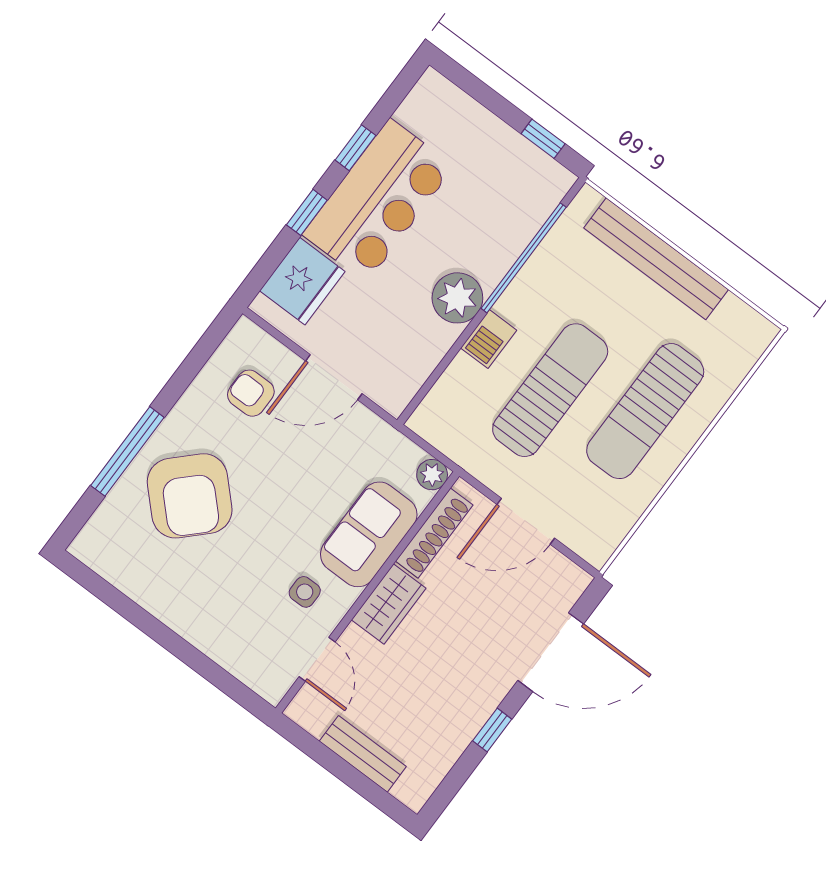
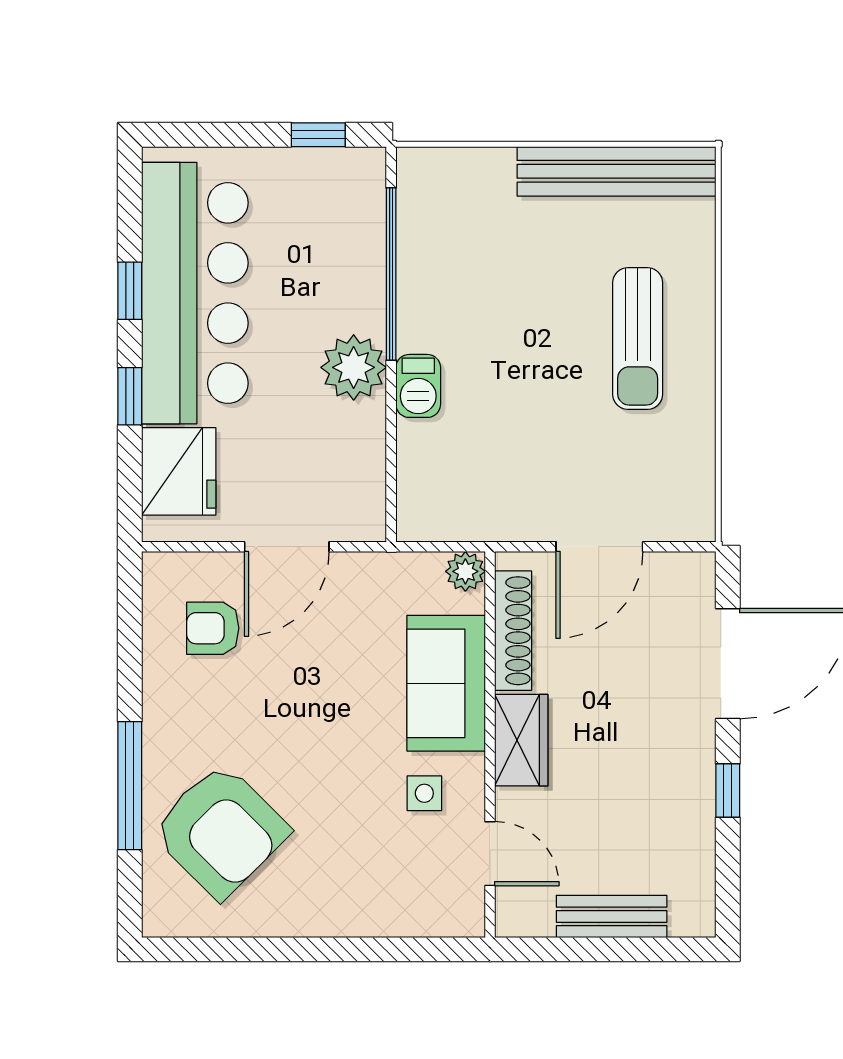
bar counter: (378, 200) -> (195, 293), width x1.36
bench: (656, 259) -> (617, 171), moved
sun lounger: (550, 390) -> (522, 391), removed
sun lounger: (645, 411) -> (638, 339), width x0.73, depth x0.75
armchair: (190, 496) -> (220, 831), moved

